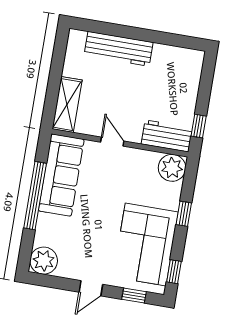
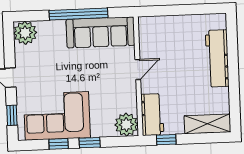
shelving: (67, 105) -> (207, 124), moved
window: (174, 272) -> (59, 144), moved

